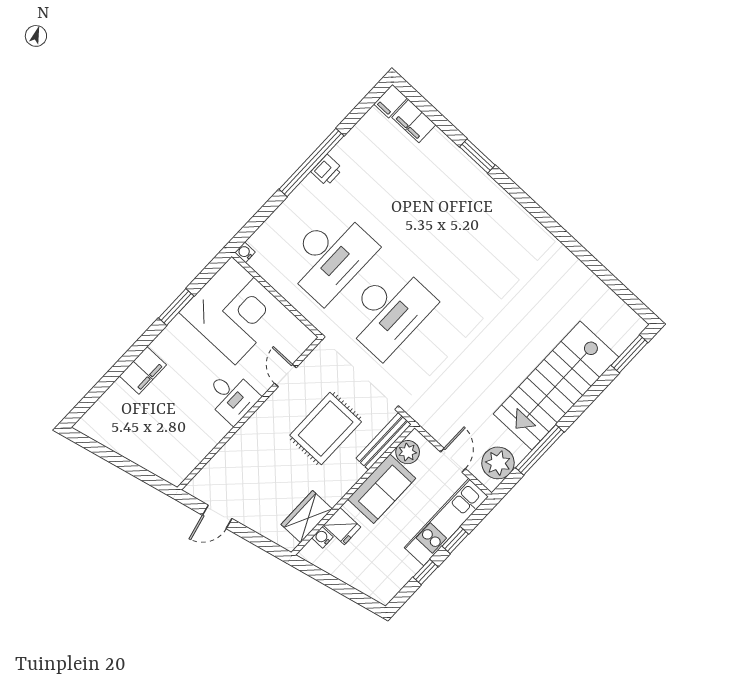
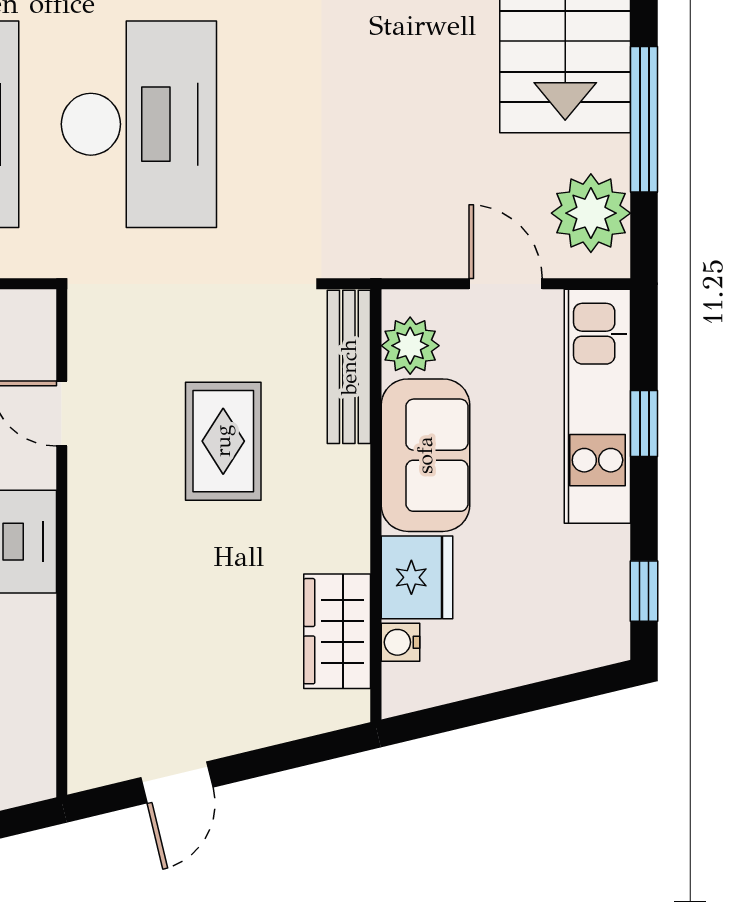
rug: (326, 429) -> (223, 441), width x0.73, depth x0.70
fridge: (342, 526) -> (417, 577), width x1.38
window: (425, 572) -> (644, 591), moved

